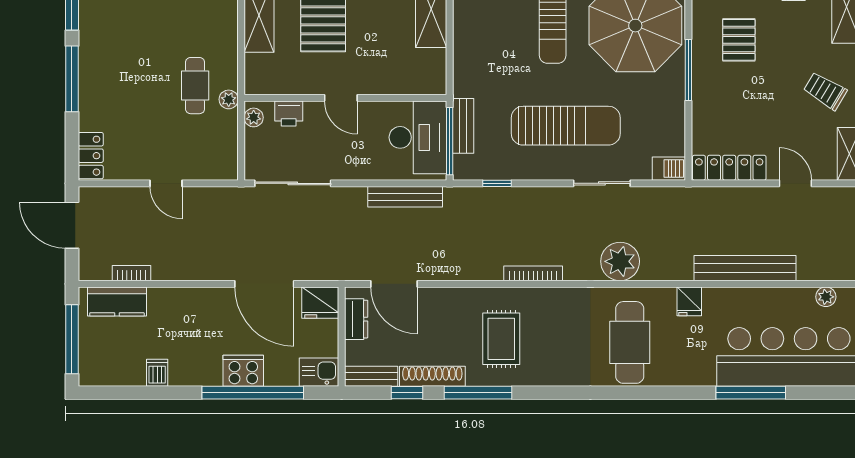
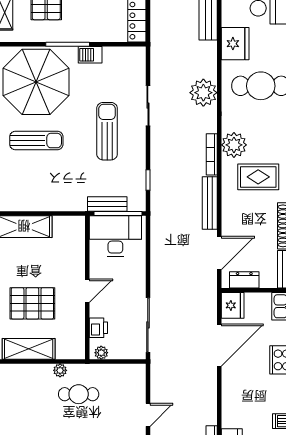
plant: (229, 99) -> (60, 370), moved
sun lounger: (566, 126) -> (107, 131), width x0.73, depth x0.75
barbecue: (669, 169) -> (90, 55), moved, turned -90
bench: (405, 197) -> (210, 203), moved
fridge: (689, 301) -> (235, 44), width x1.88, depth x1.34
plant: (546, 305) -> (234, 145), added

